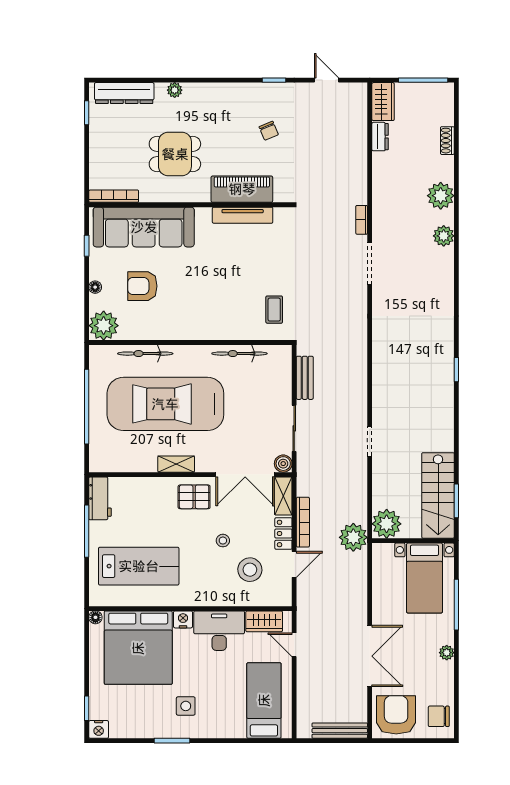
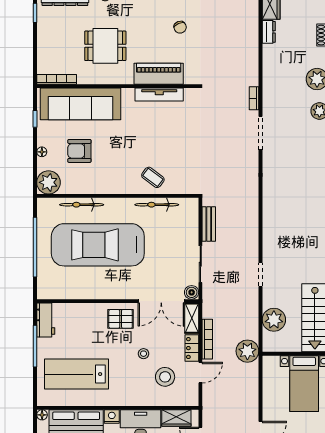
coffee table: (274, 310) -> (153, 177), moved, turned -53
shelving: (176, 464) -> (106, 293), removed
plant: (387, 524) -> (274, 320), moved
lab bench: (139, 566) -> (76, 374), turned 180

